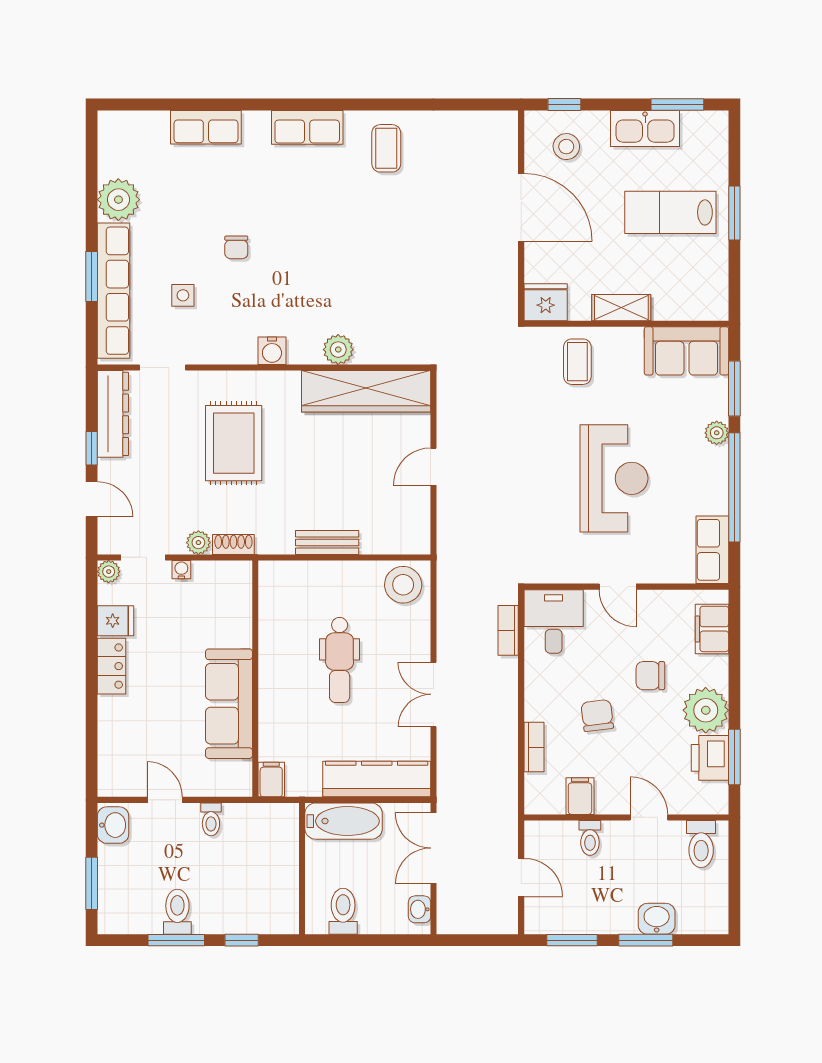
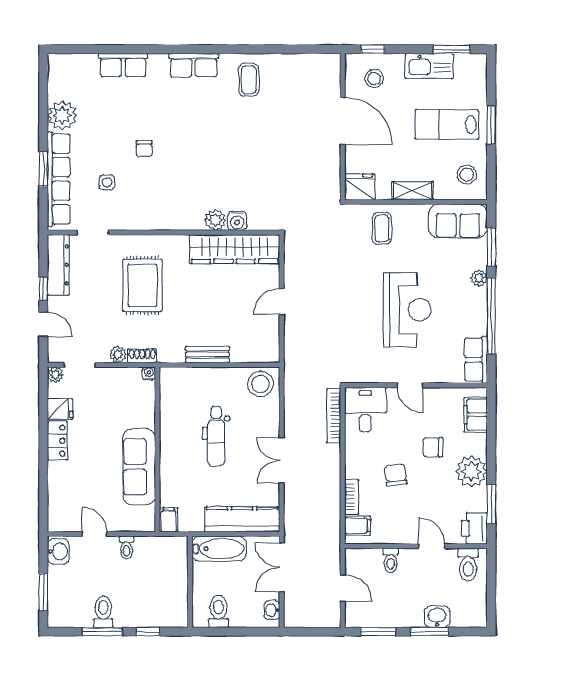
stool: (699, 284) -> (467, 175), added
water cooler: (272, 351) -> (237, 221), moved
water cooler: (181, 570) -> (149, 373), moved
bookcase: (508, 630) -> (334, 416), width x1.56
printer: (710, 758) -> (474, 528), moved
filing cabinet: (580, 796) -> (358, 526), moved, turned 90

